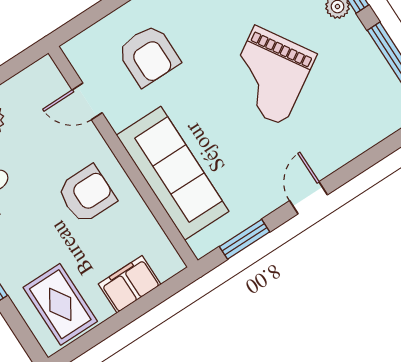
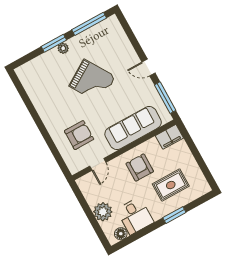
window: (245, 239) -> (165, 98), width x1.44
filing cabinet: (130, 284) -> (169, 137), moved, turned -90
rug: (60, 304) -> (171, 185), moved

